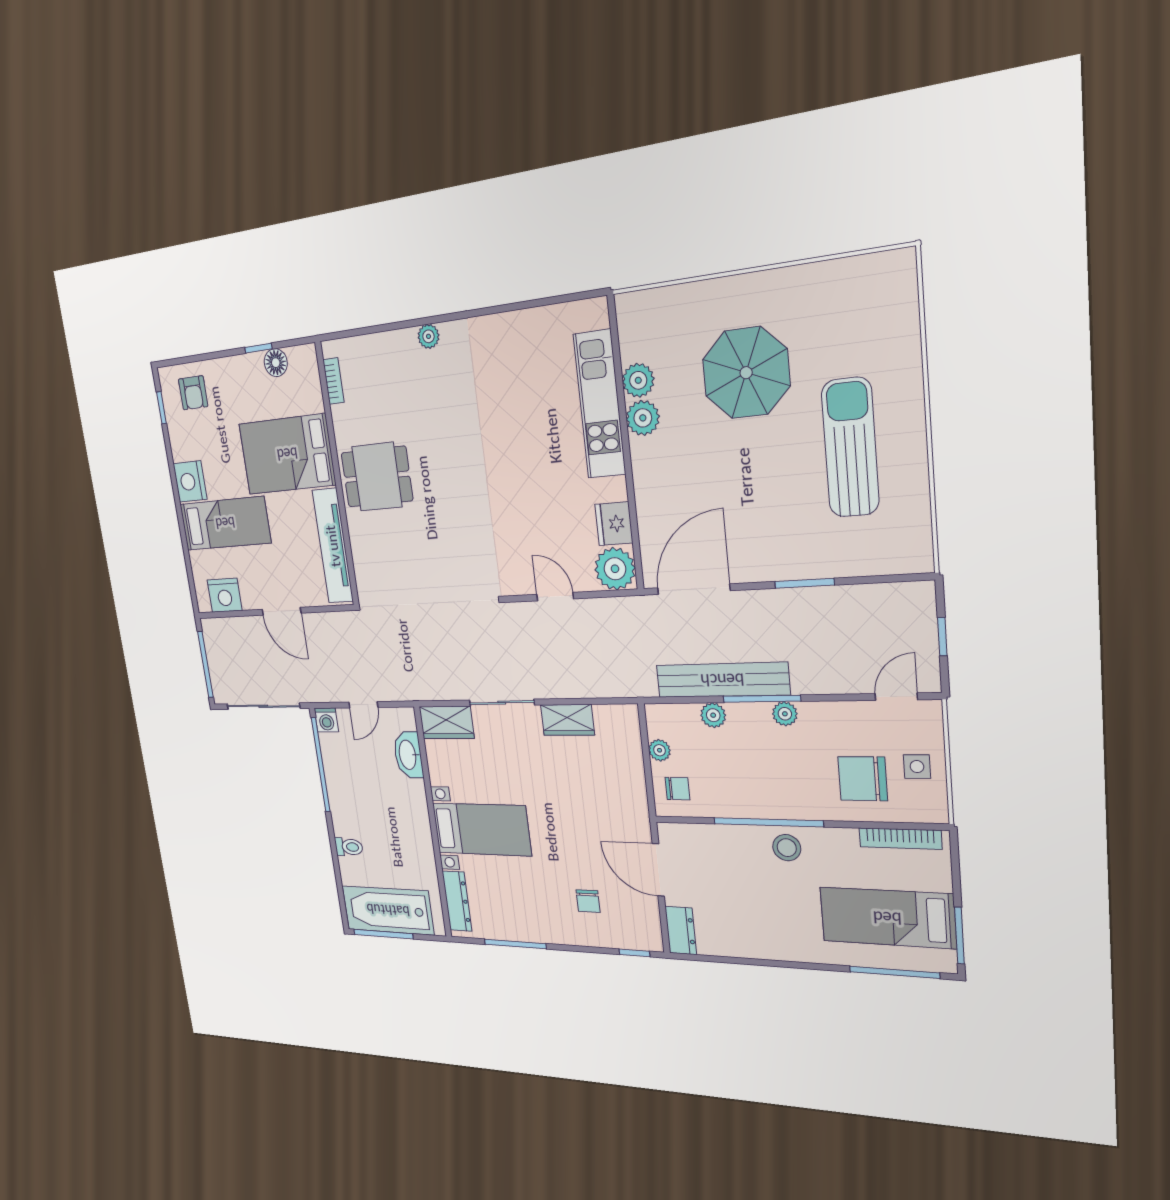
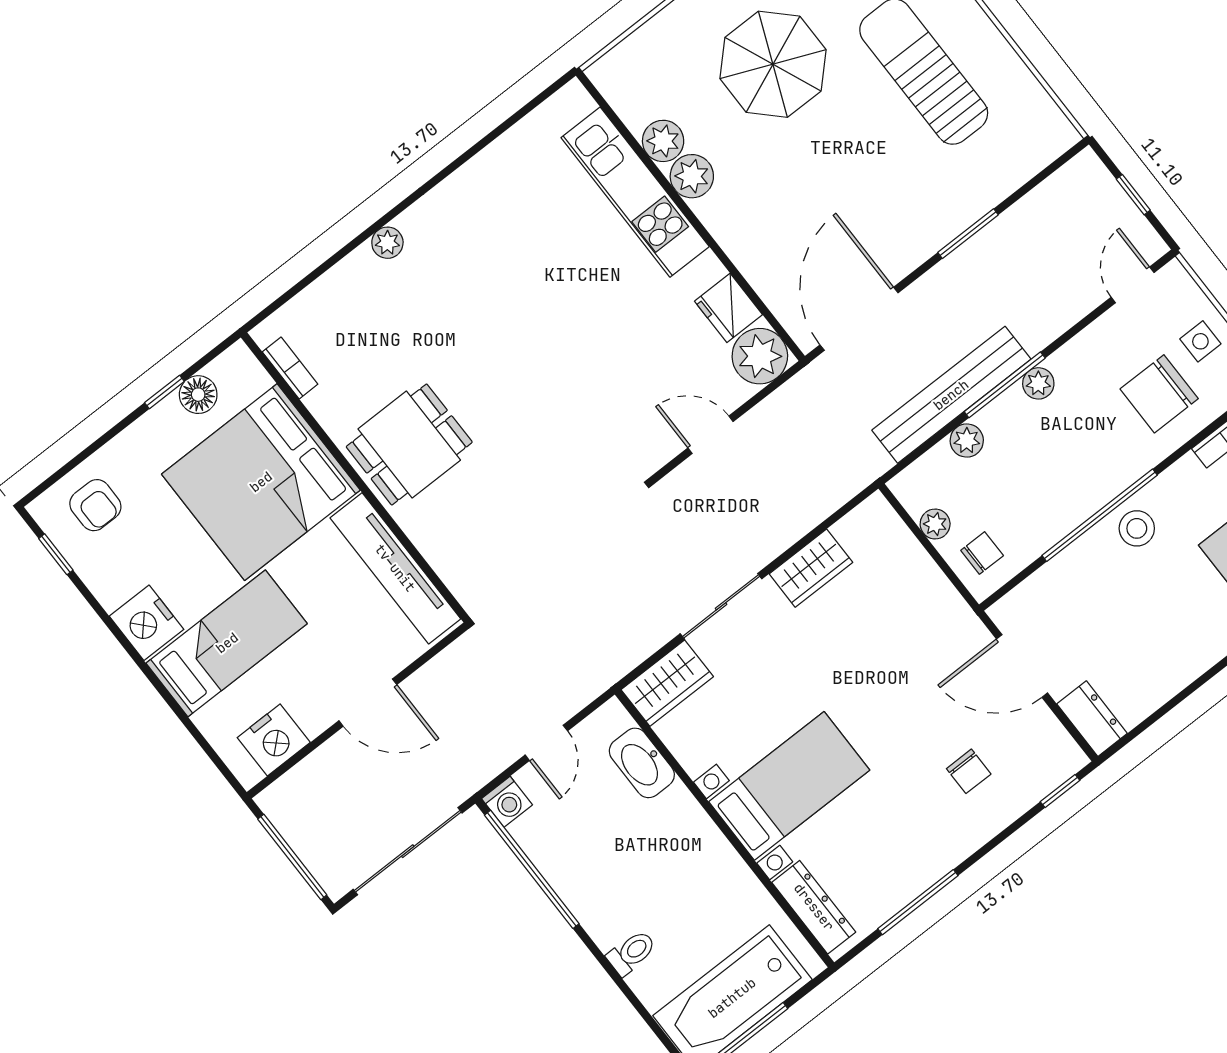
bed: (287, 454) -> (261, 482), width x1.36

